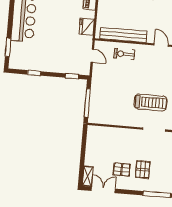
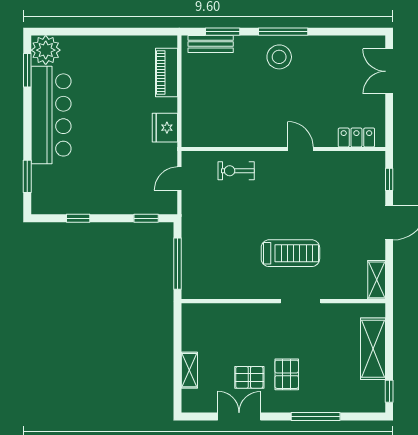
bench: (123, 35) -> (232, 137), removed
door: (92, 56) -> (179, 179), swing flipped
shelving: (88, 176) -> (189, 370), moved
double door: (103, 190) -> (239, 417), moved

